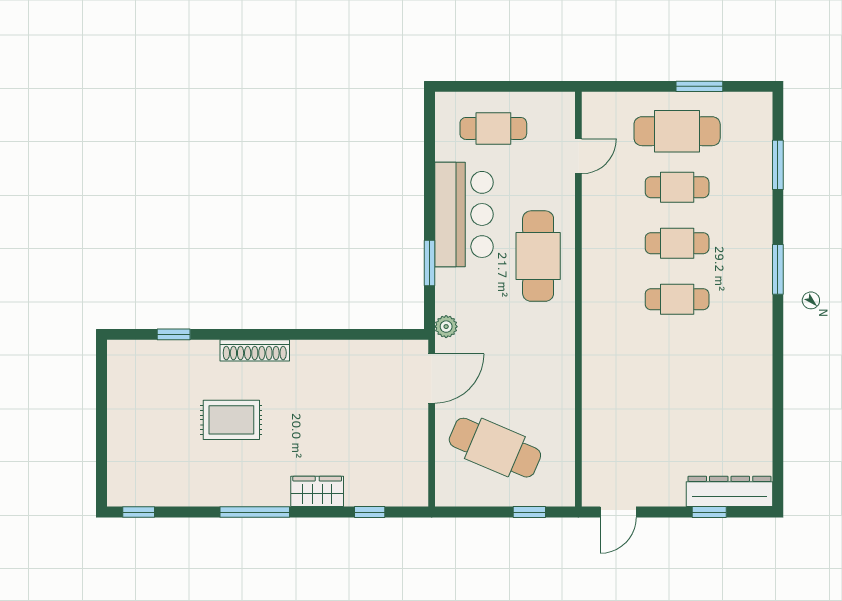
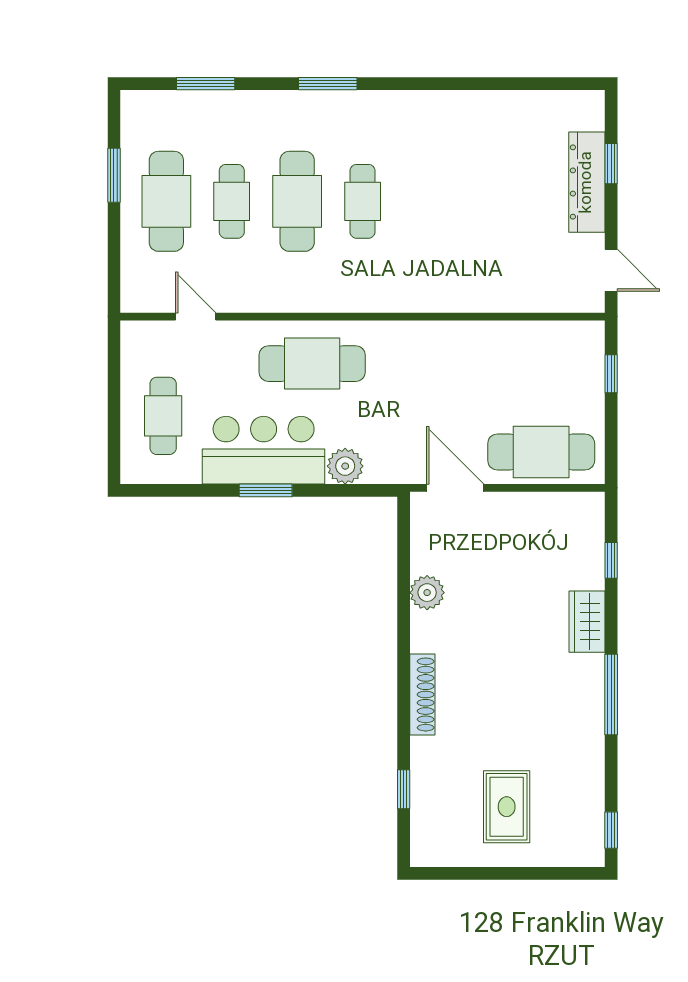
cafe table: (677, 243) -> (297, 201), width x1.37, depth x1.35
window: (430, 263) -> (266, 490), moved
plant: (446, 327) -> (345, 466), moved, width x1.38, depth x1.38
plant: (342, 354) -> (427, 593), added
rug: (231, 420) -> (507, 807), moved
cafe table: (495, 448) -> (541, 452), moved, turned 67
dresser: (730, 491) -> (587, 182), moved

